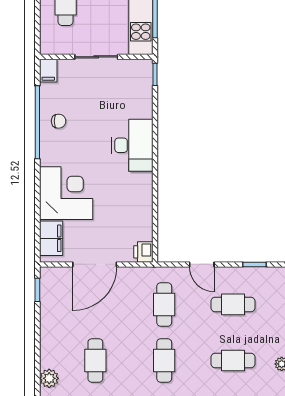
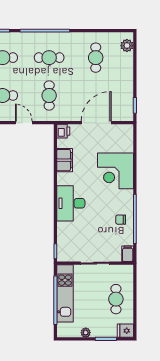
filing cabinet: (51, 238) -> (65, 160), moved, turned 180
cafe table: (164, 360) -> (49, 58), turned 90

